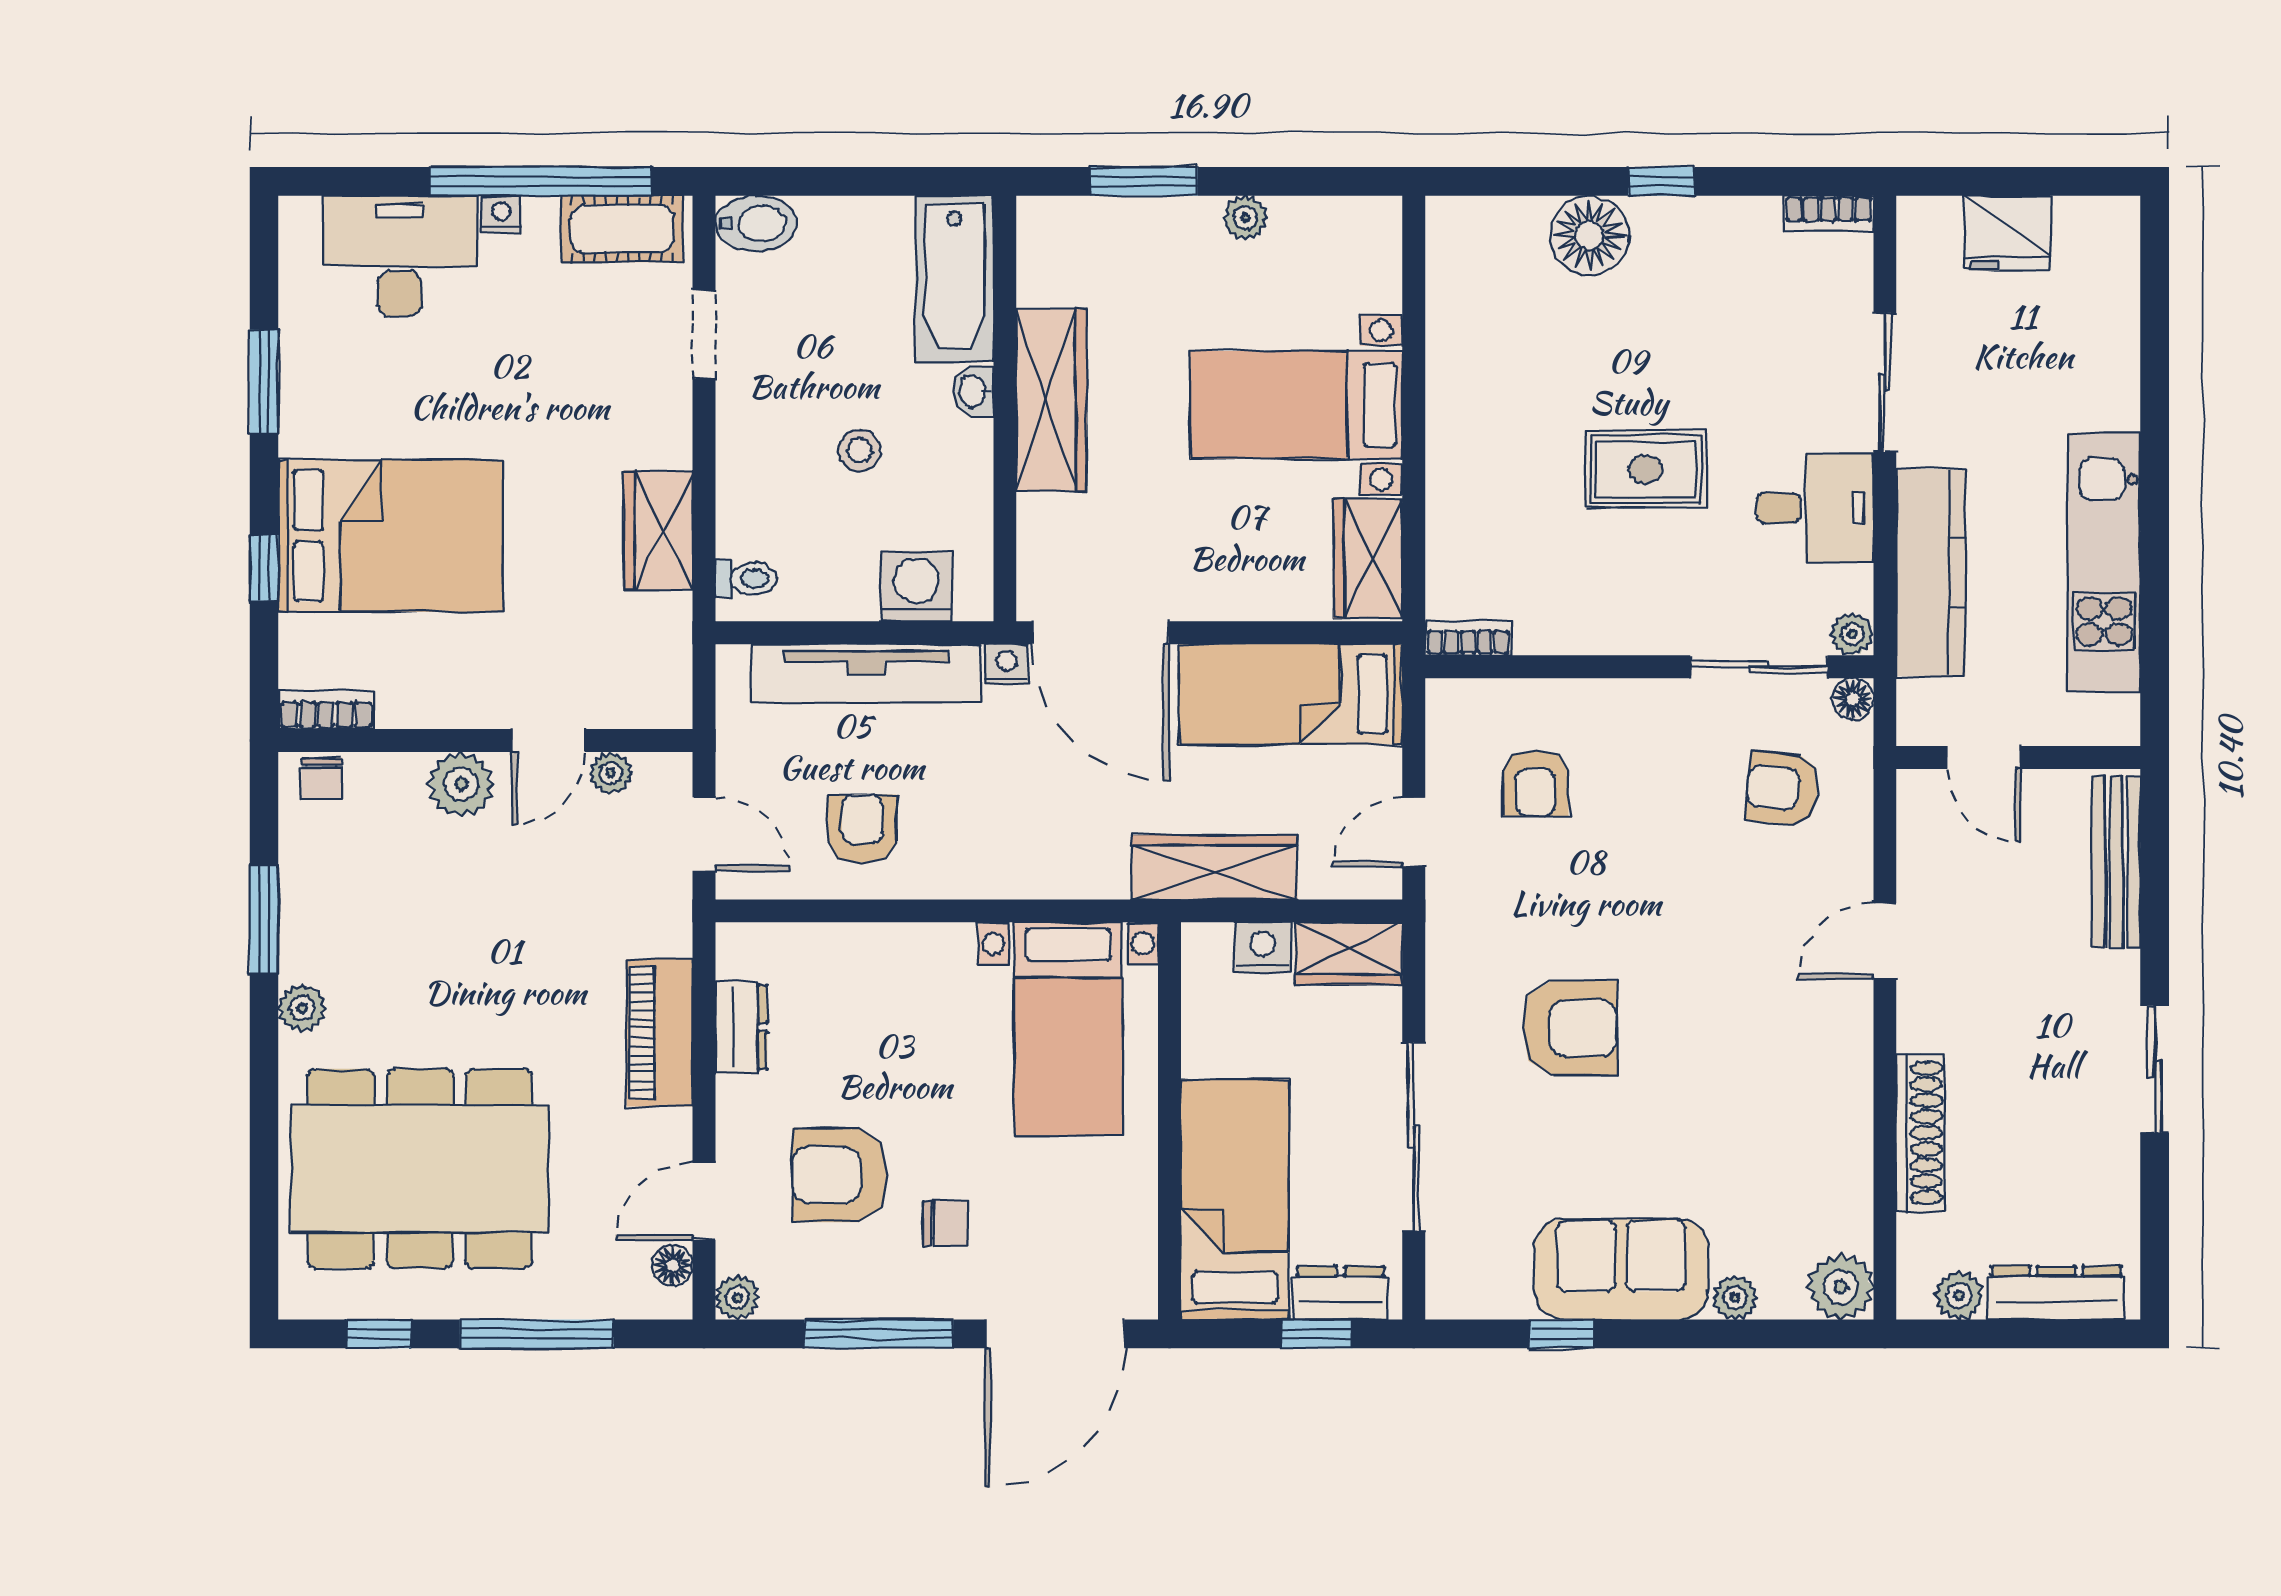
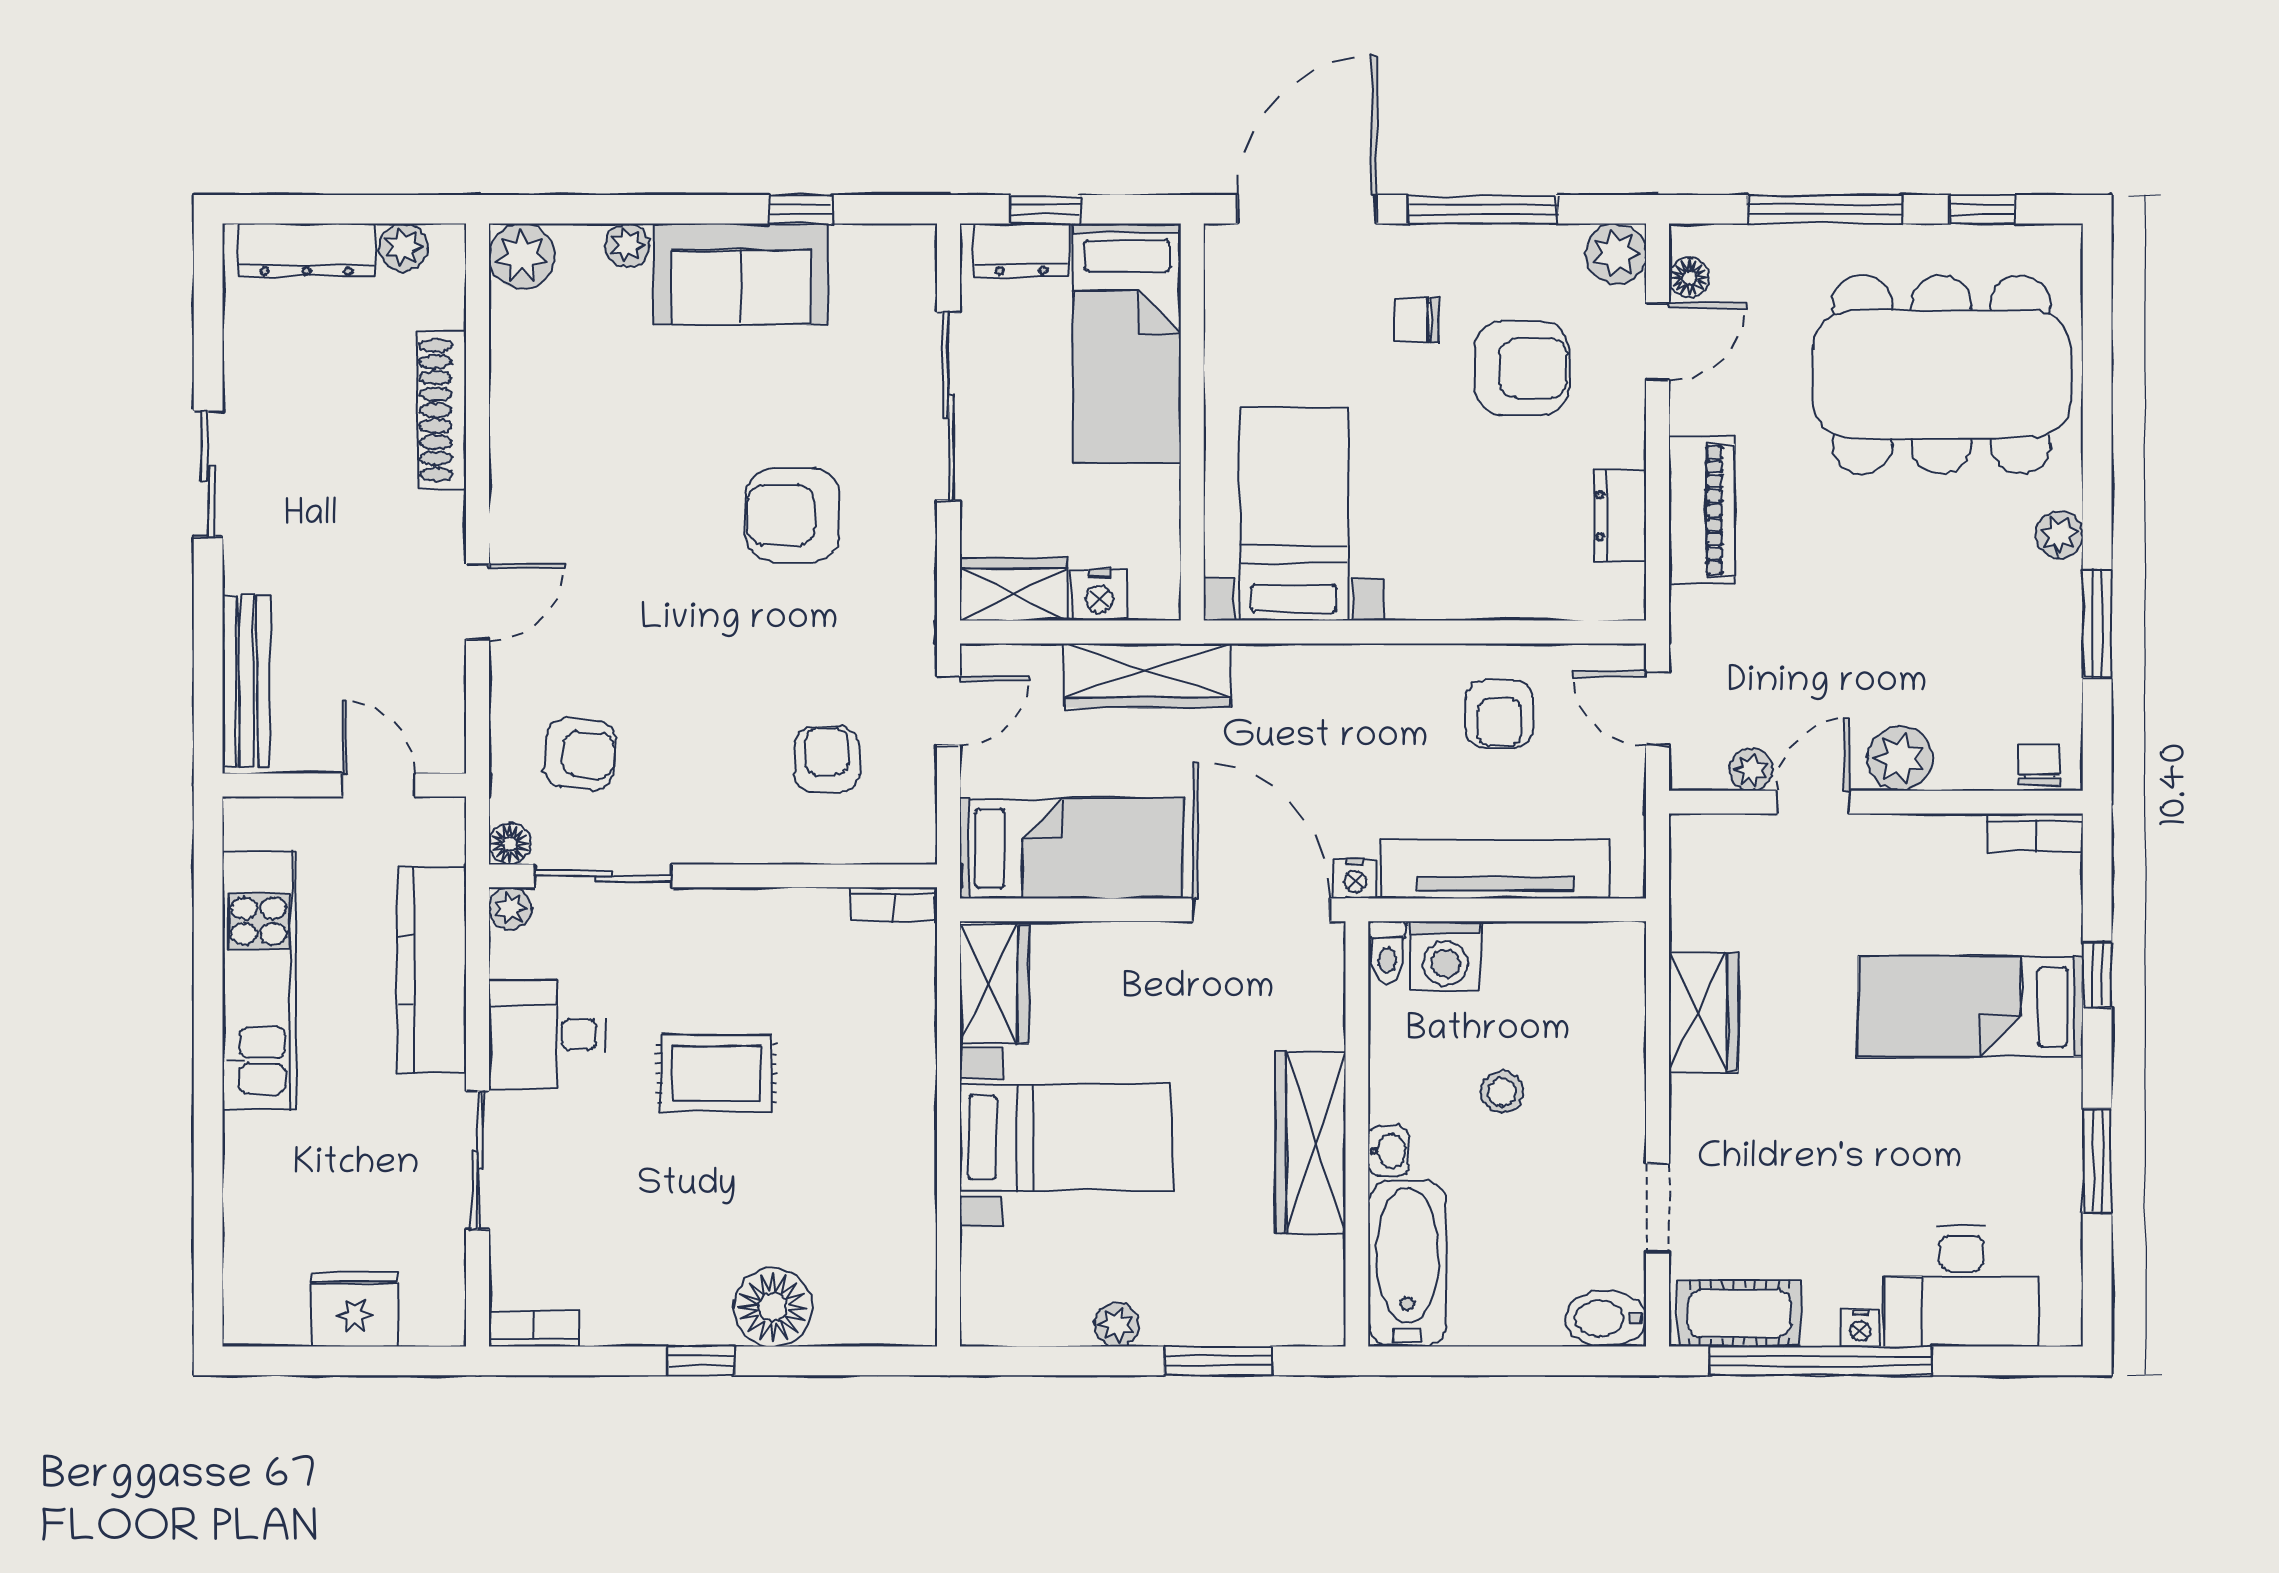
bed: (391, 536) -> (1971, 1007), width x0.67
toilet: (746, 579) -> (1387, 952), moved, turned -90
plant: (737, 1298) -> (1616, 254), width x1.38, depth x1.38

